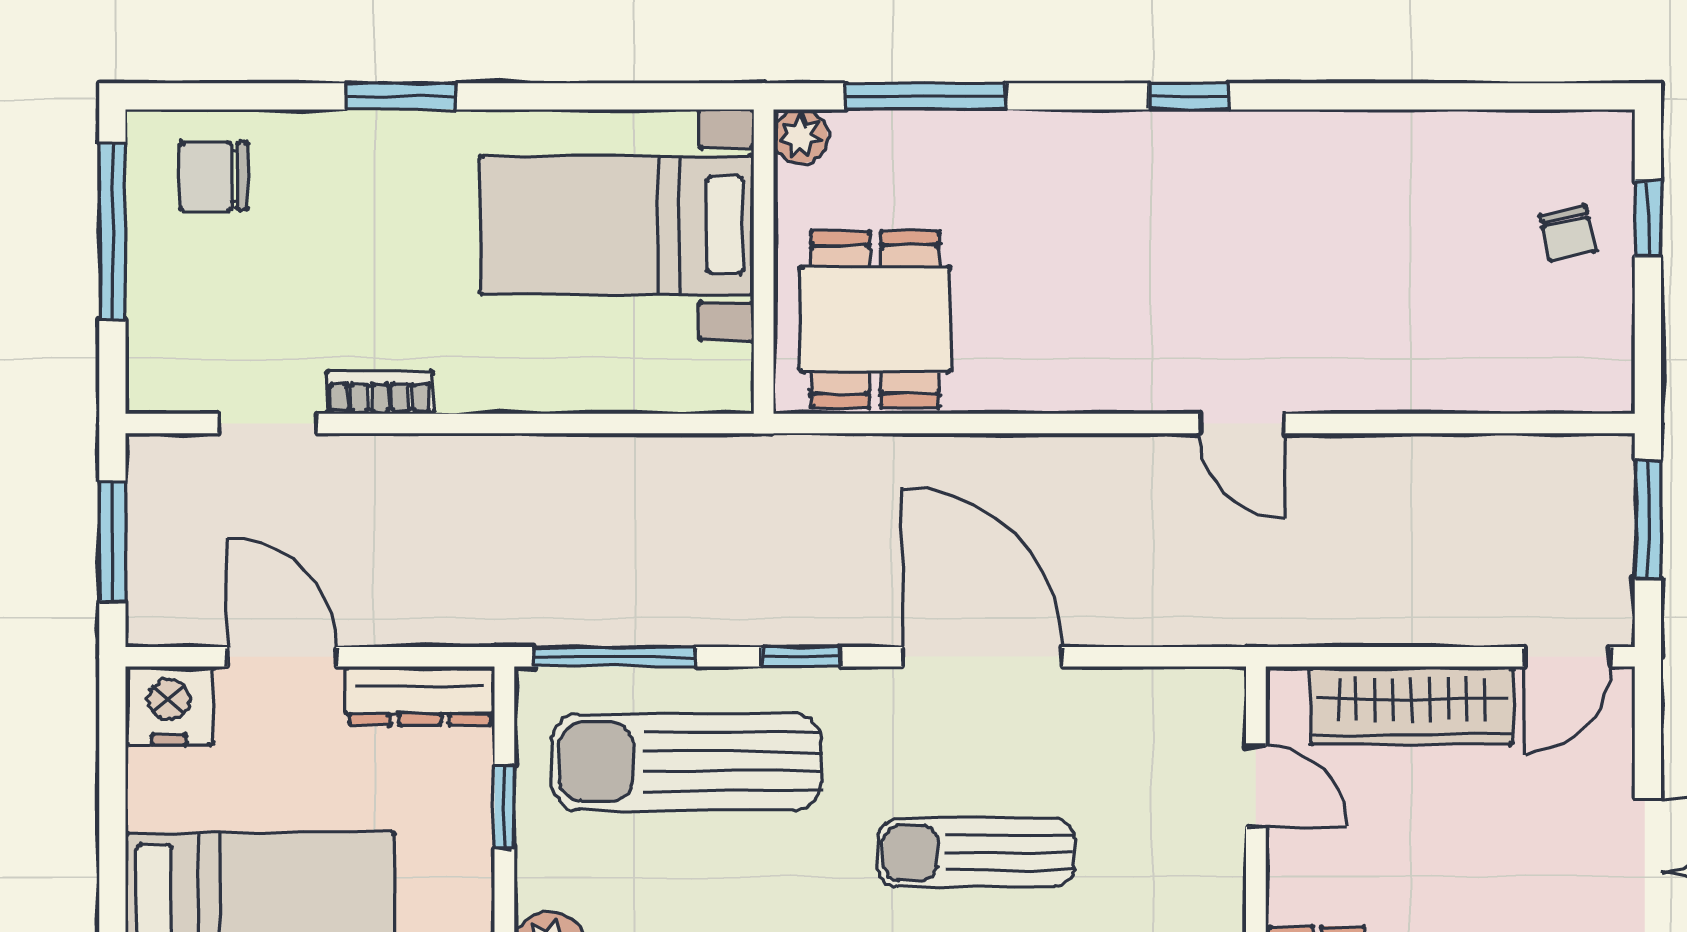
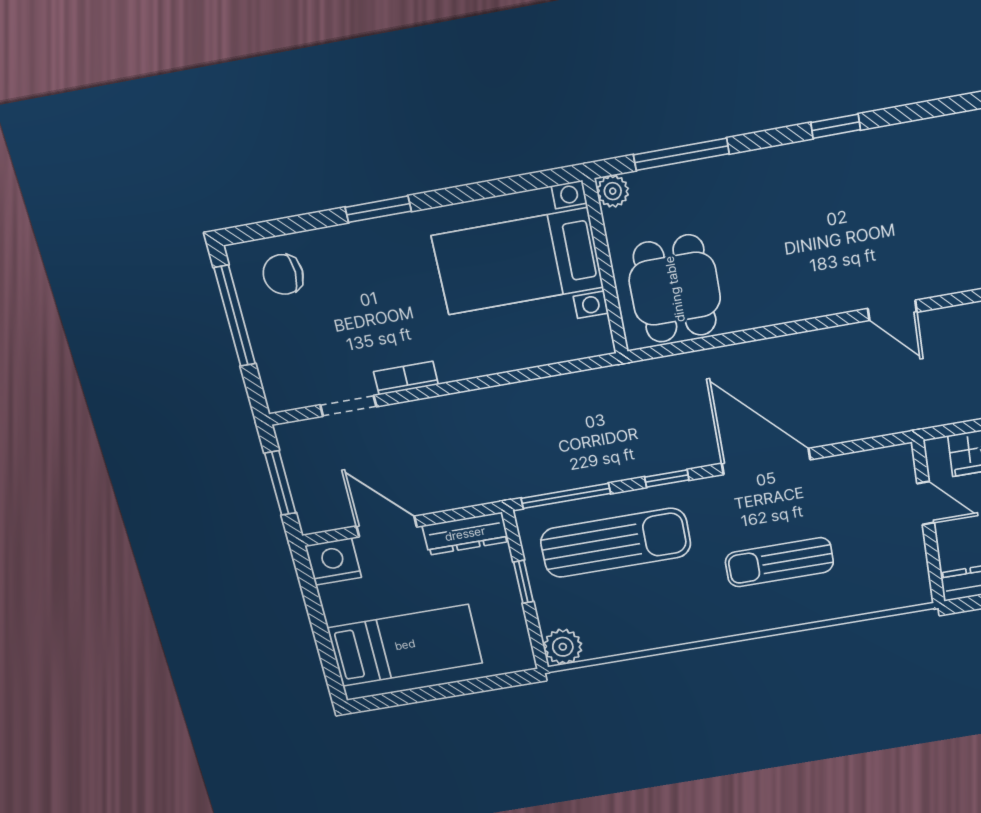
sun lounger: (687, 762) -> (616, 543), turned 180

